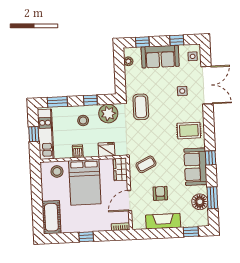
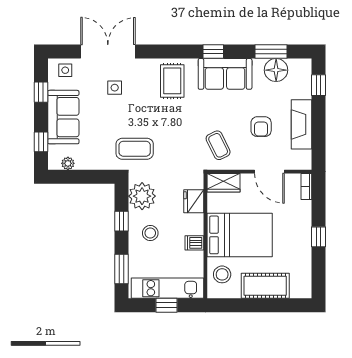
armchair: (160, 193) -> (261, 127), turned -90
cot: (51, 217) -> (265, 286), moved

